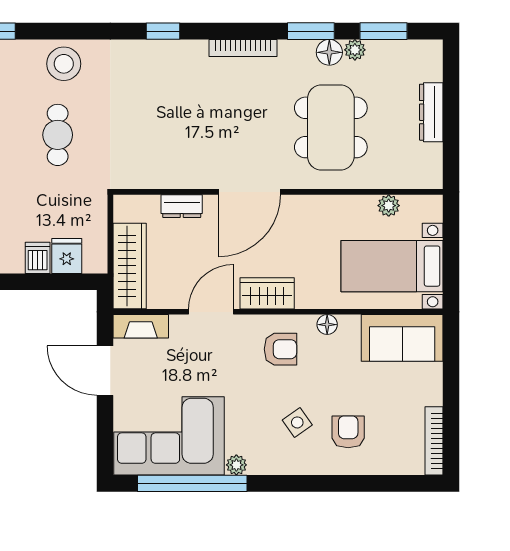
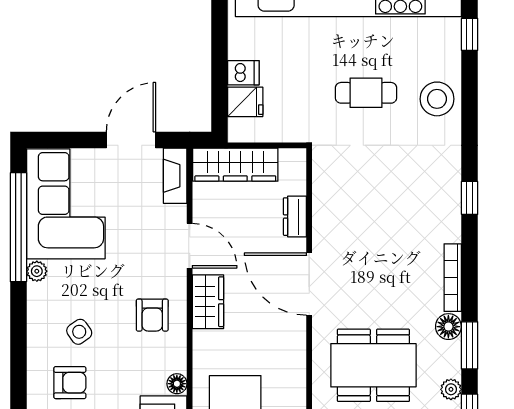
floor lamp: (329, 52) -> (448, 327), moved
floor lamp: (327, 325) -> (177, 384), moved

